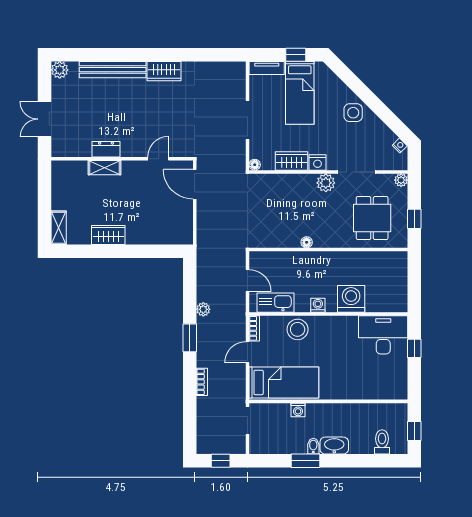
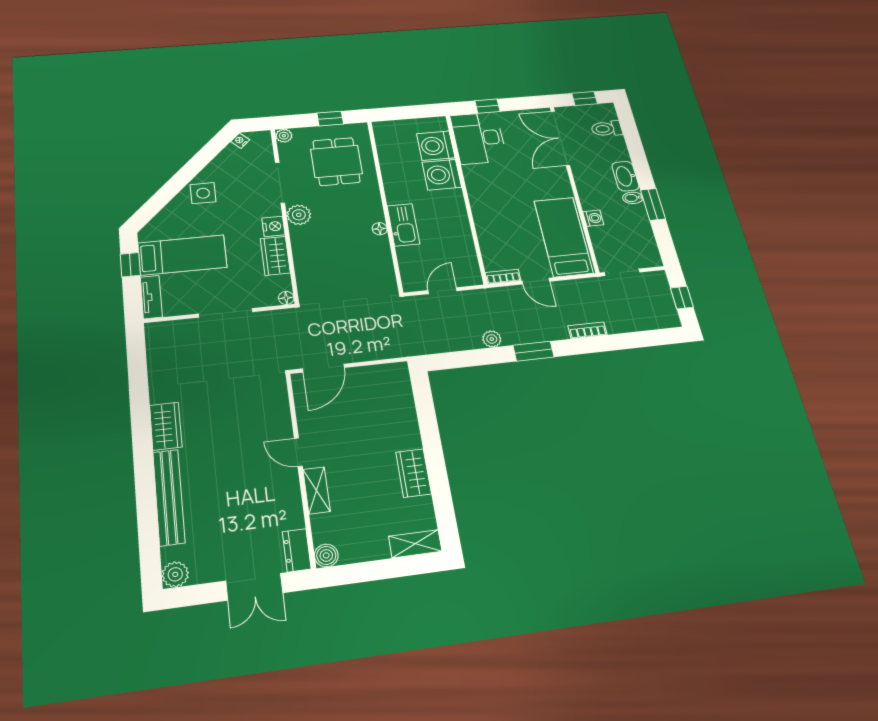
dresser: (106, 149) -> (297, 550), moved
door: (158, 159) -> (298, 452), moved
boiler: (59, 168) -> (326, 555), added
dining table: (372, 218) -> (336, 161), turned 90
kitchen sink: (276, 303) -> (403, 225), moved, turned 180
washing machine: (318, 305) -> (436, 146), moved, width x1.89, depth x1.89
stool: (298, 329) -> (493, 228), removed
double door: (376, 401) -> (560, 138), added

